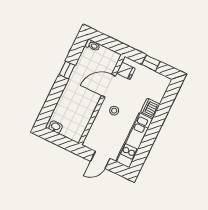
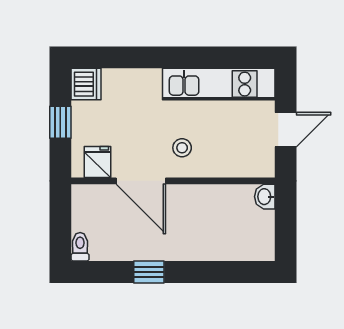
dishwasher: (150, 108) -> (86, 84), moved, turned -90
washbasin: (56, 127) -> (265, 197), moved
door: (100, 160) -> (286, 130), hinge flipped

